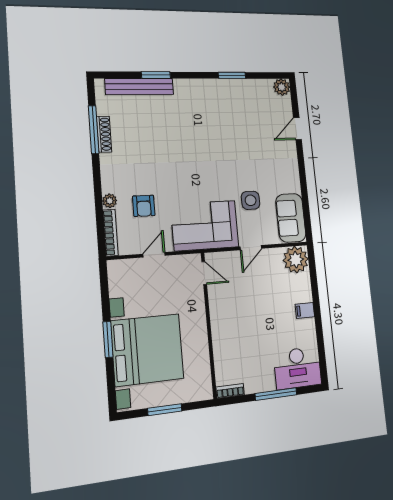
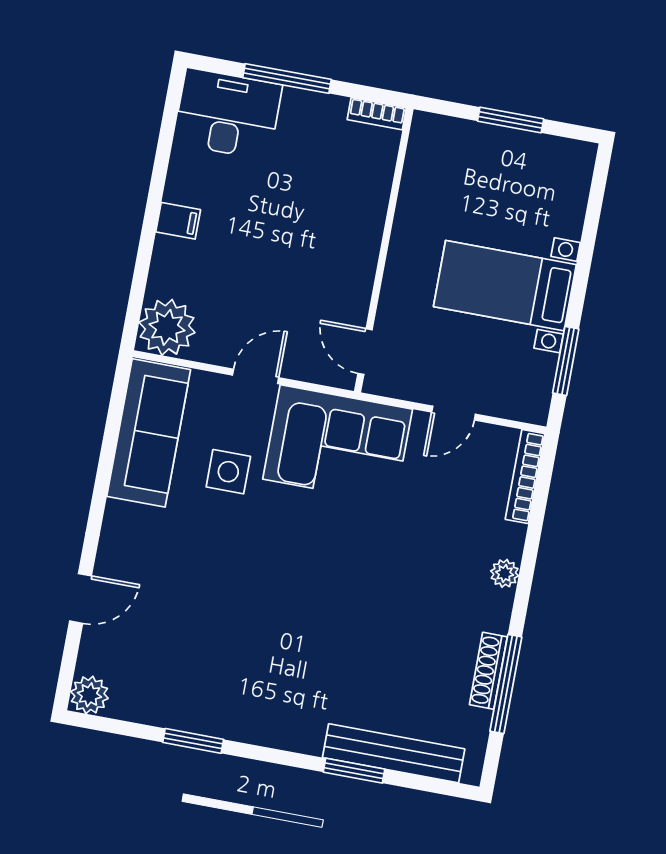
plant: (110, 201) -> (505, 573), moved
armchair: (144, 206) -> (448, 513), removed
sofa: (291, 218) -> (149, 433), width x1.36
window: (108, 339) -> (566, 361), moved
bed with nightstands: (147, 350) -> (505, 286), width x0.54

